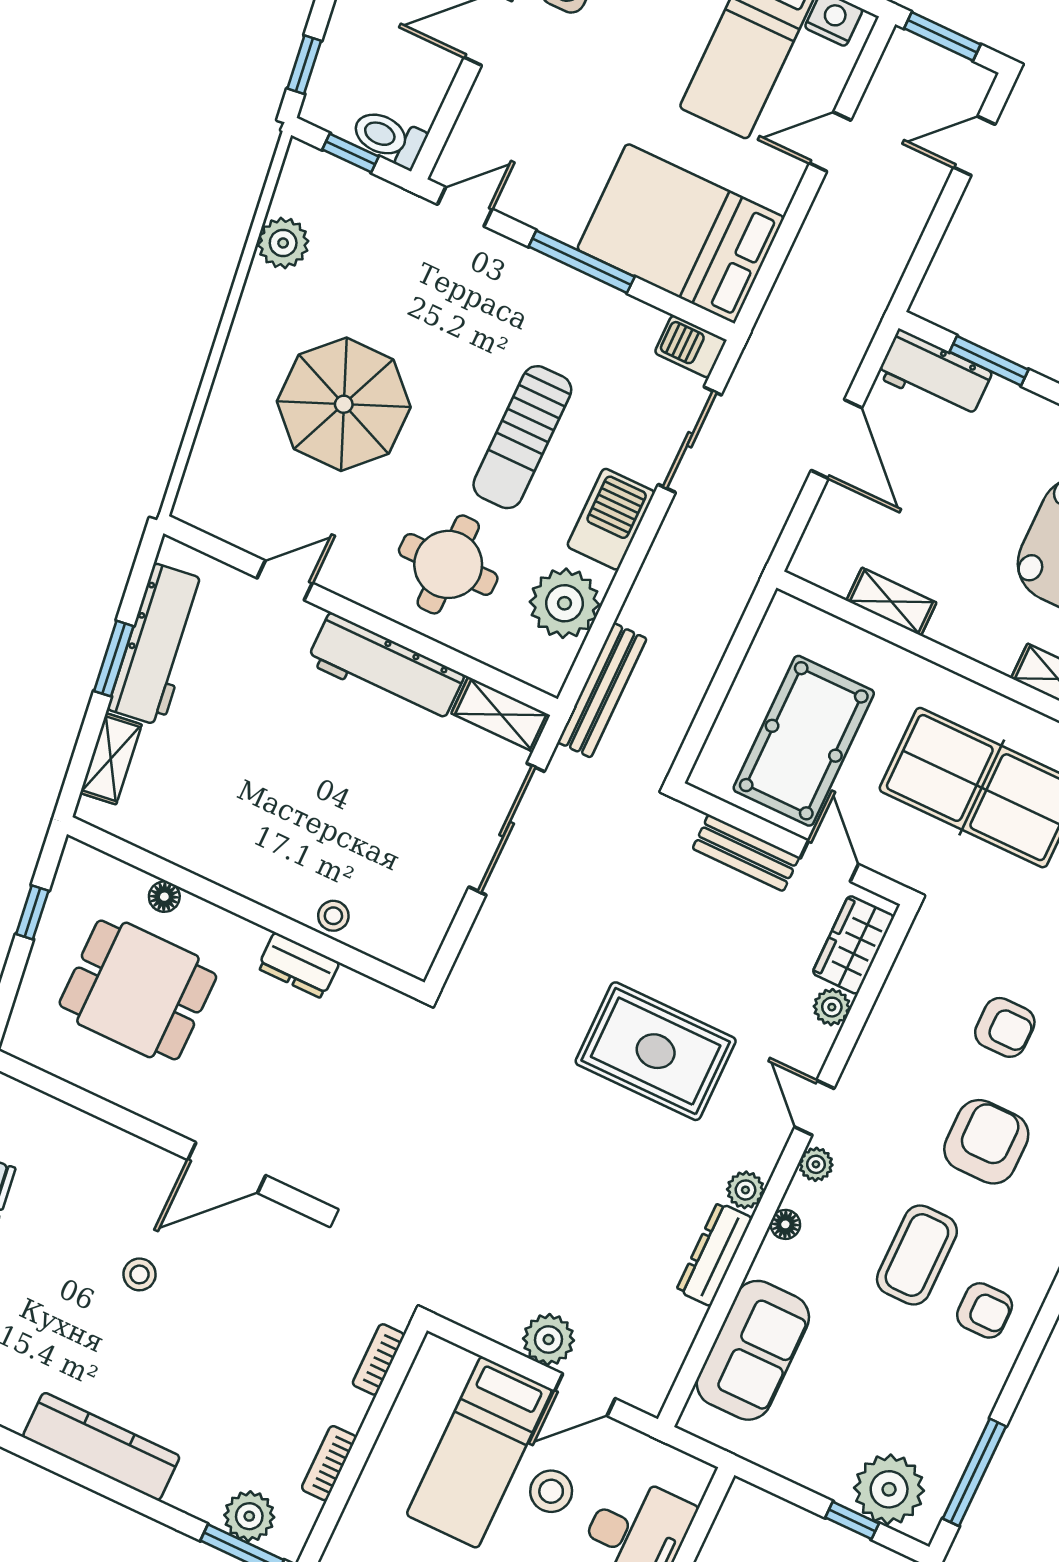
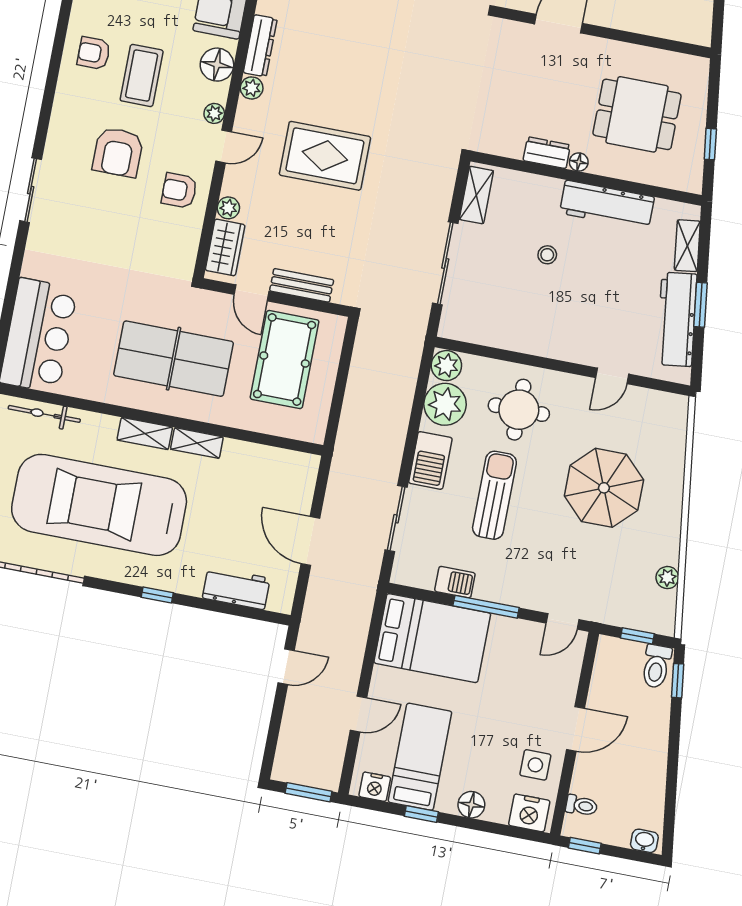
toilet: (389, 138) -> (656, 666), moved, turned 90
door: (974, 146) -> (286, 667), moved
plant: (283, 243) -> (667, 578), width x0.73, depth x0.73
barbecue: (690, 346) -> (455, 582), moved
window: (989, 361) -> (233, 610), removed
workbench: (934, 374) -> (236, 588), moved
shelving: (891, 602) -> (197, 443), moved
plant: (546, 665) -> (446, 366), added
workbench: (386, 669) -> (607, 205), moved, turned 180
bench: (602, 690) -> (410, 359), removed
shelving: (501, 714) -> (476, 195), moved, turned 90
floor lamp: (164, 897) -> (579, 162), moved
stool: (333, 916) -> (547, 255), moved
armchair: (1005, 1027) -> (179, 191), moved
door: (814, 1108) -> (224, 146), hinge flipped
floor lamp: (785, 1224) -> (217, 65), width x1.89, depth x1.89

